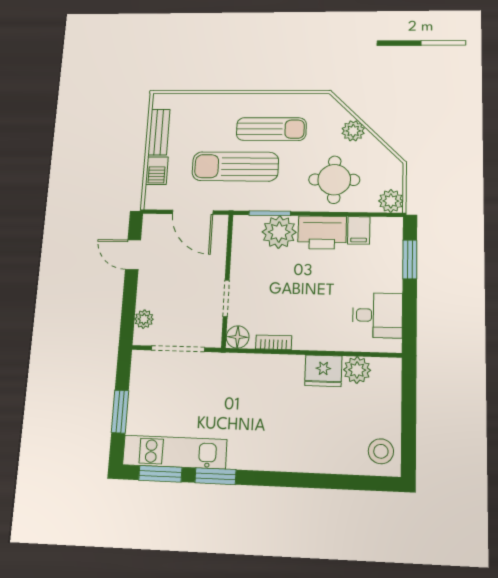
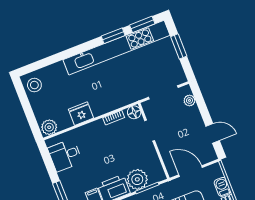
plant: (357, 370) -> (49, 127), moved
kitchen unit: (175, 452) -> (116, 48), width x1.86

